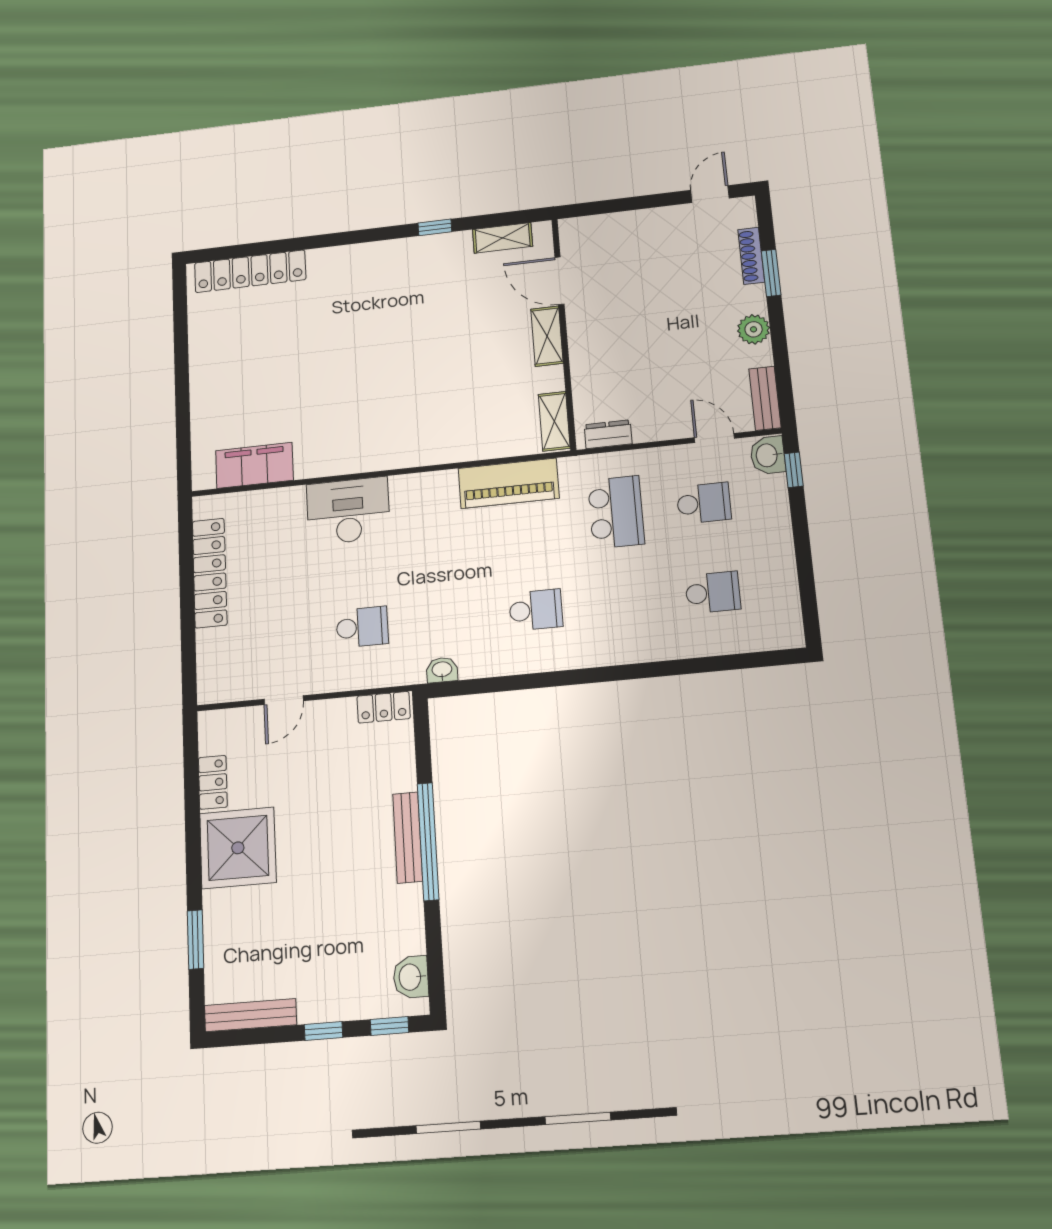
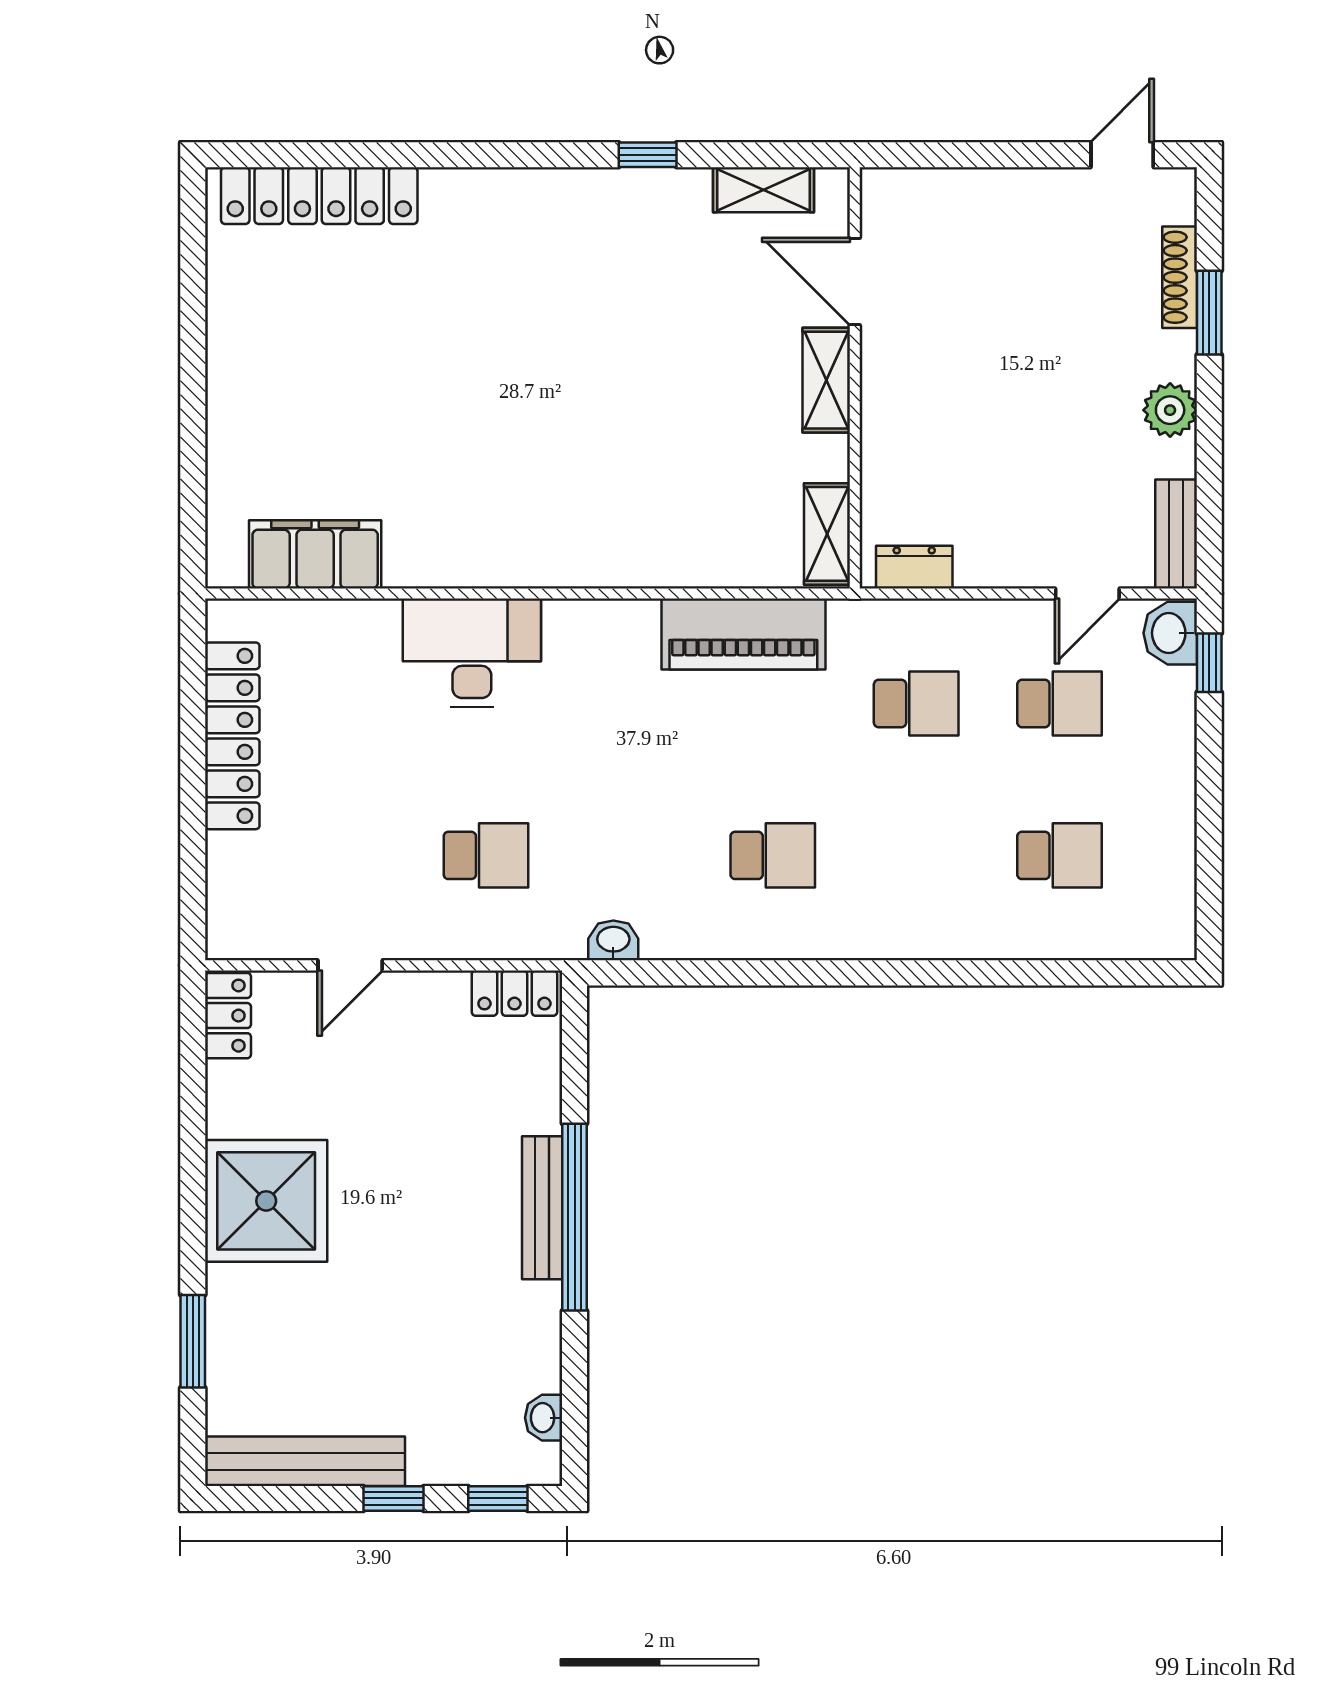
door: (714, 438) -> (1087, 594), swing flipped
school desk: (616, 512) -> (916, 704), width x0.54
locker: (213, 782) -> (228, 1016), moved
washbasin: (411, 977) -> (544, 1418), width x0.72, depth x0.69
bench: (251, 1015) -> (305, 1461), width x1.37, depth x1.21

